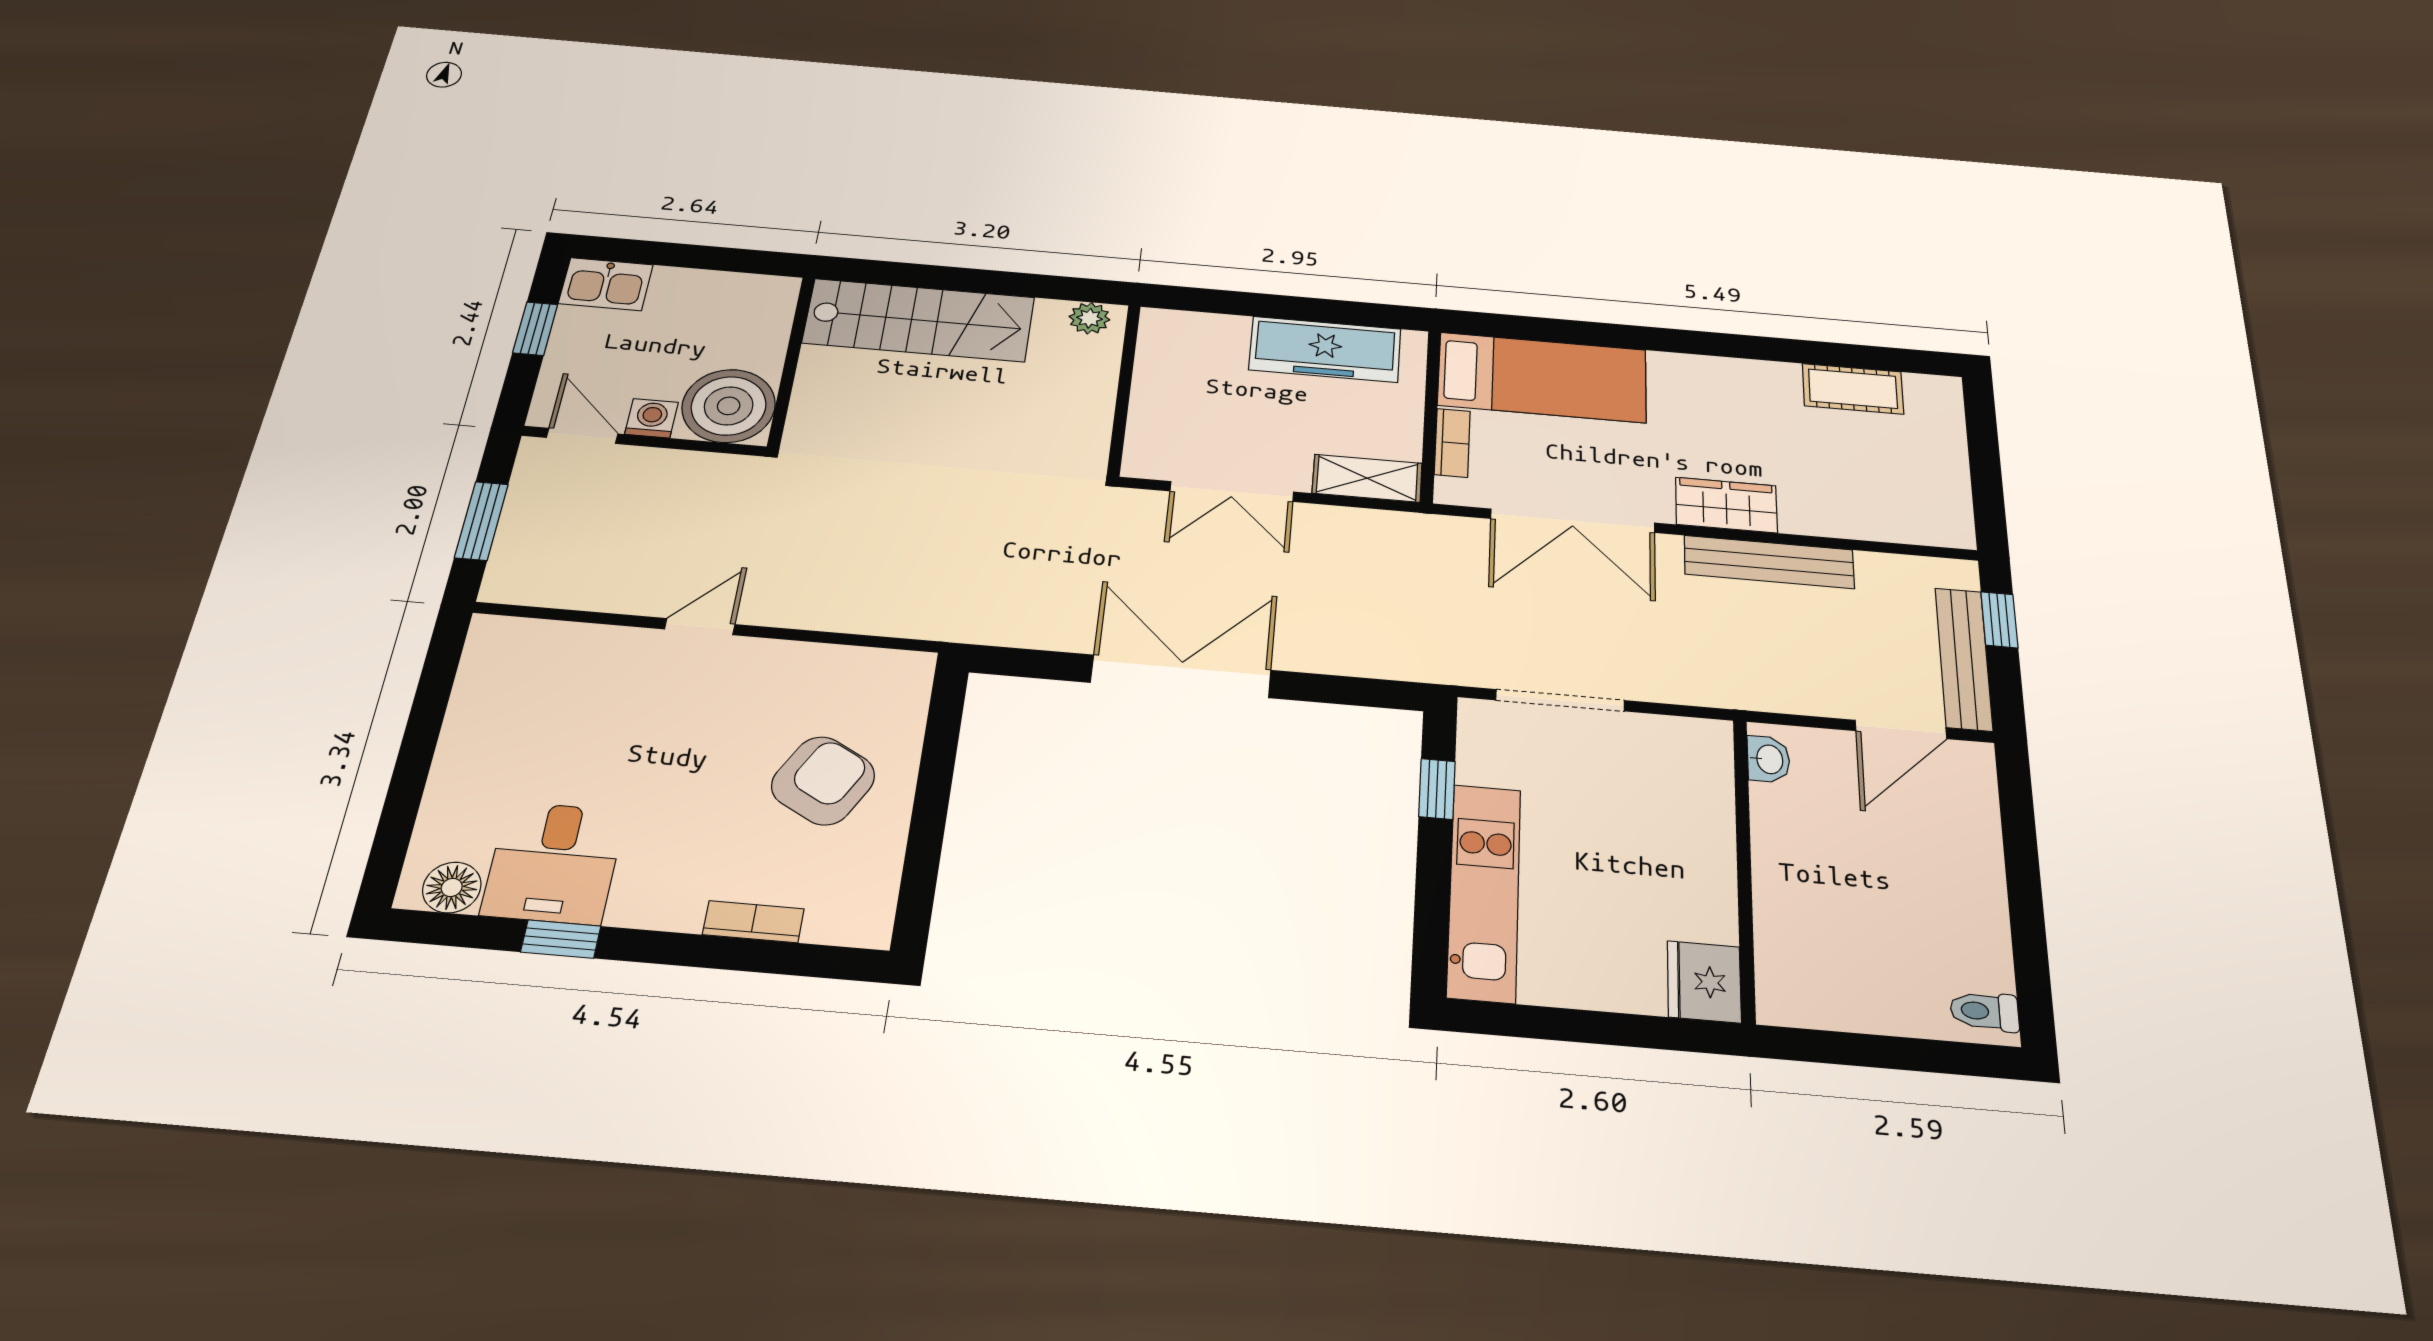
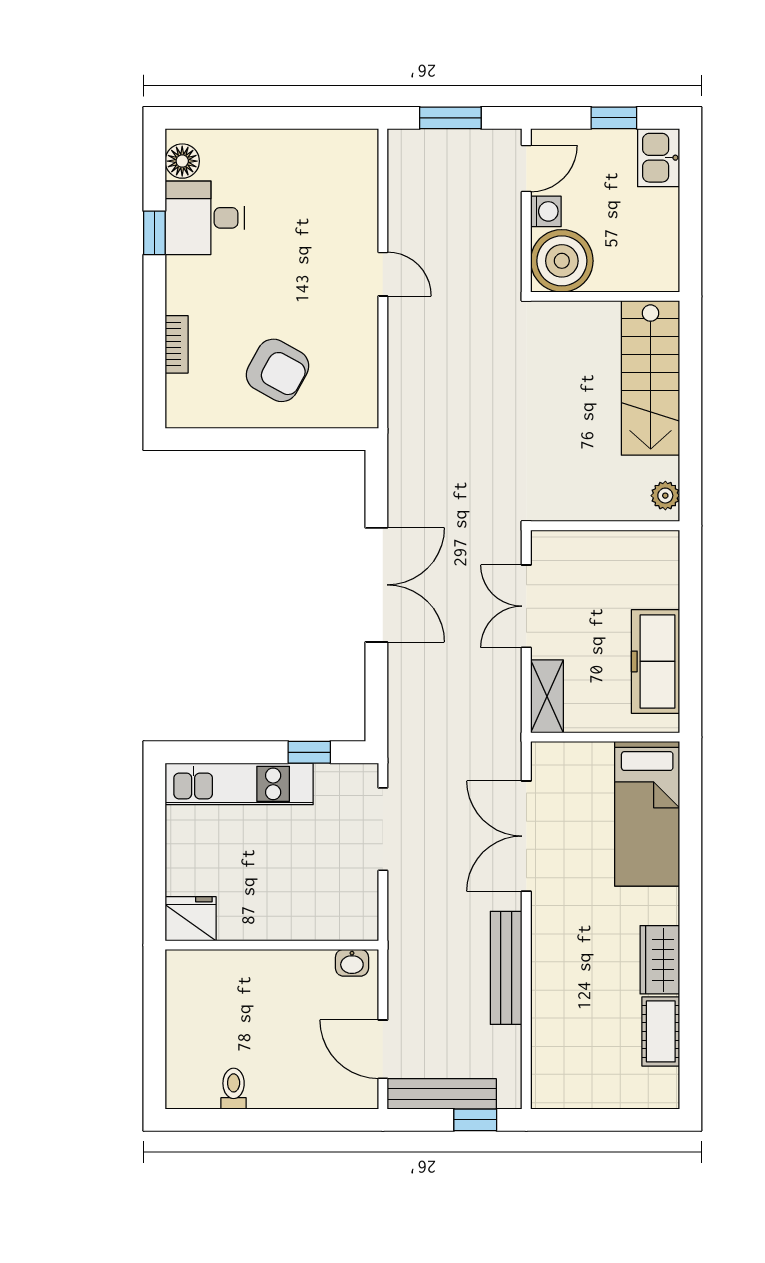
bookcase: (1452, 443) -> (583, 753), removed
wardrobe: (1726, 505) -> (660, 960), moved, turned 180
toilet: (1984, 1011) -> (234, 1089), moved

